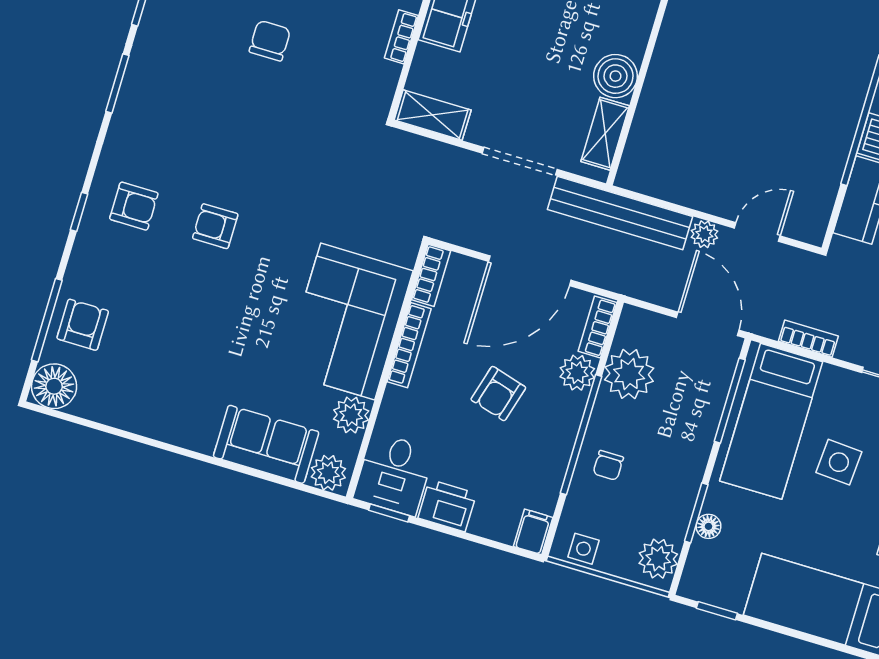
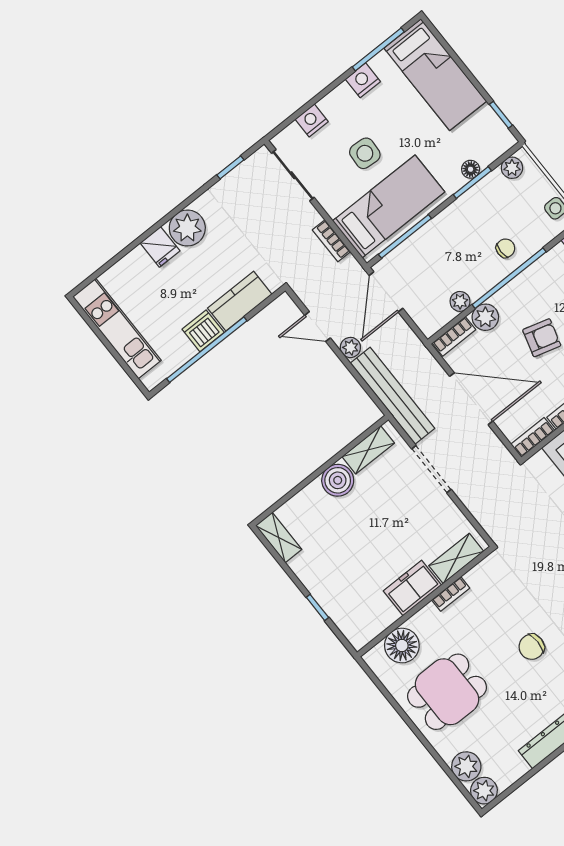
shelving: (433, 115) -> (456, 558), moved, turned 90
plant: (629, 374) -> (460, 301), width x0.53, depth x0.53
plant: (658, 559) -> (512, 168), width x0.73, depth x0.73

